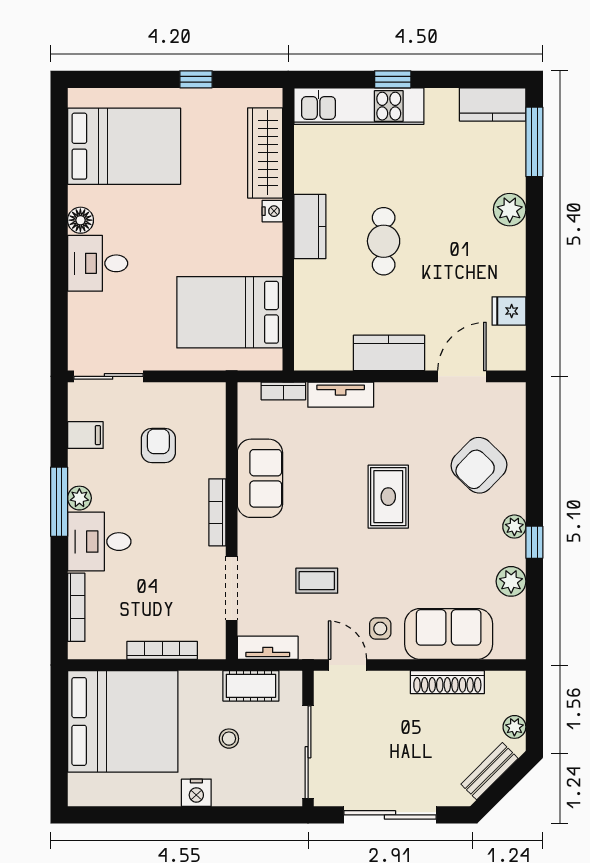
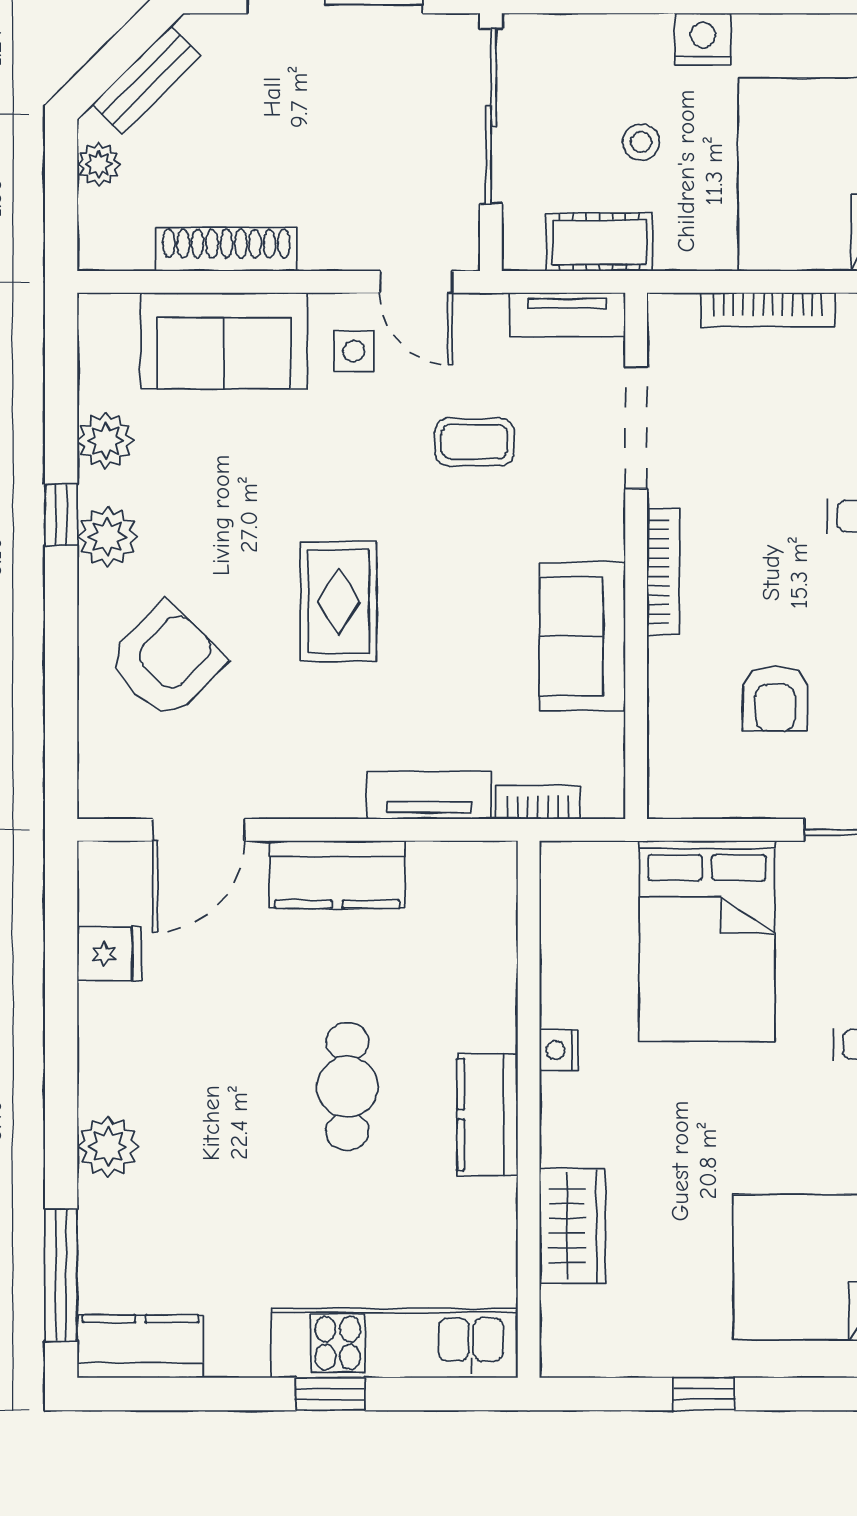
wardrobe: (265, 153) -> (572, 1226), width x0.67
nightstand: (272, 211) -> (559, 1050), moved
bed: (230, 312) -> (707, 941), moved, turned 90
plant: (514, 527) -> (107, 537), width x1.38, depth x1.38

